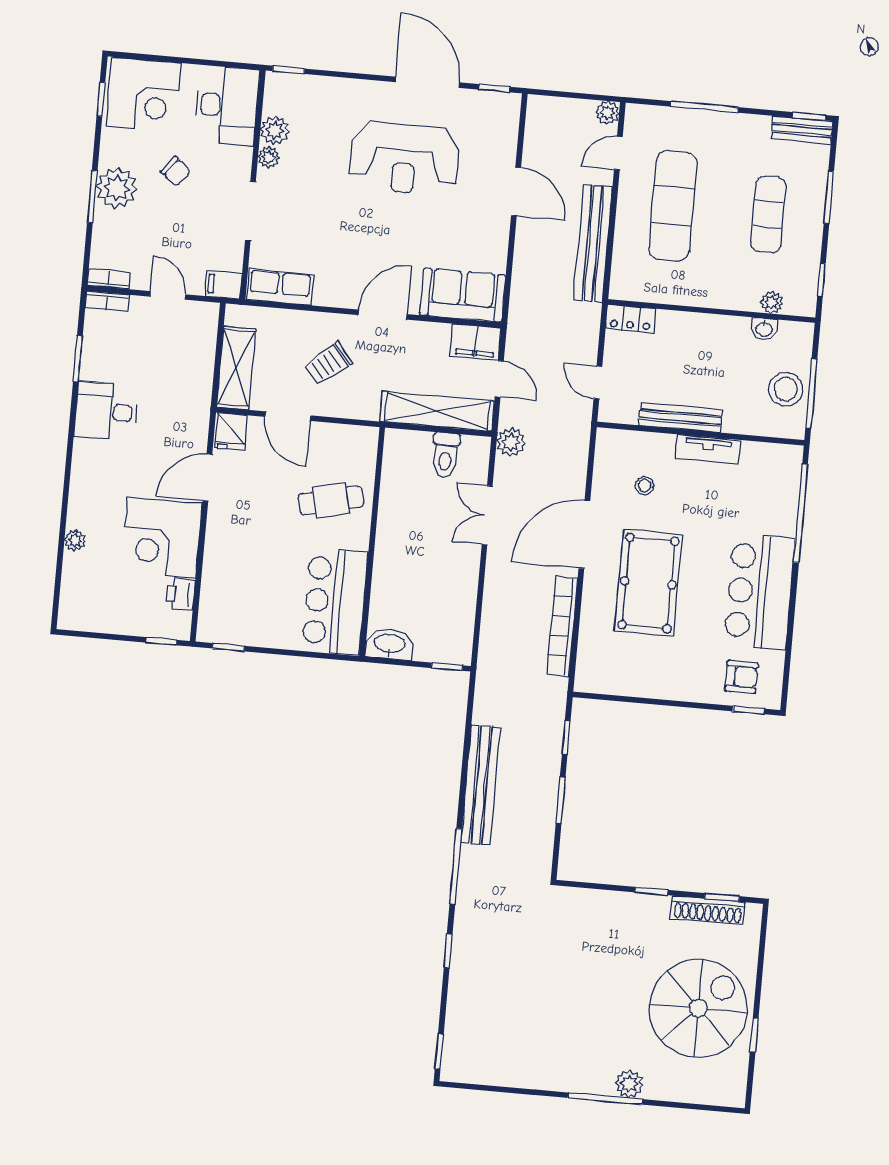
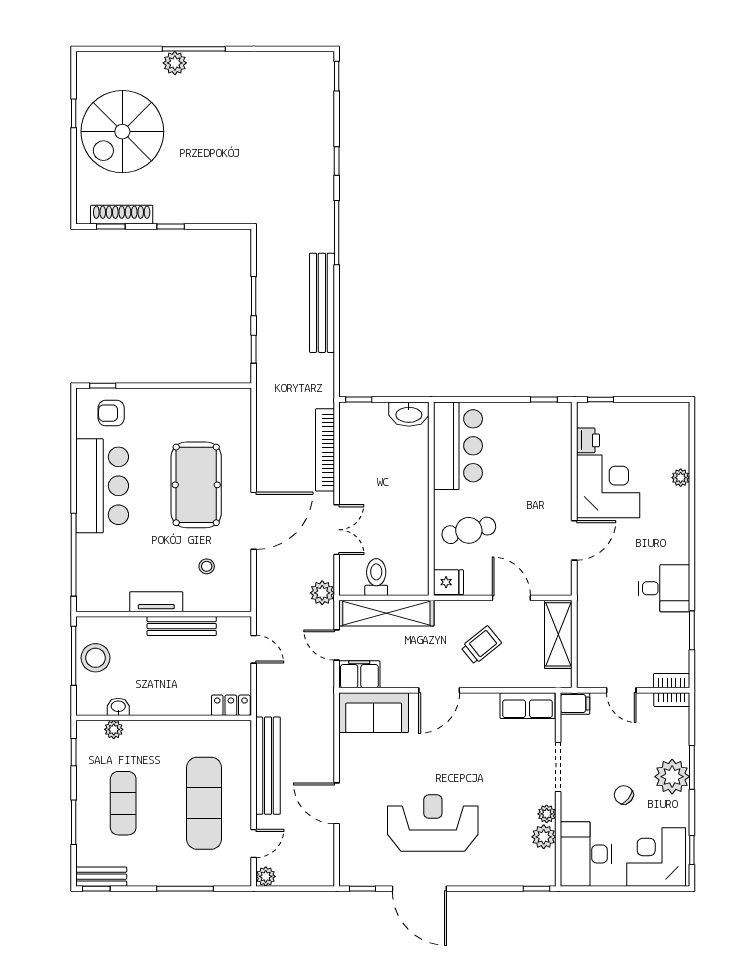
fridge: (231, 432) -> (448, 582), moved, turned 90
bookcase: (562, 626) -> (325, 450), moved, turned 180

